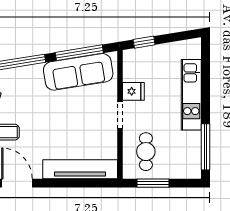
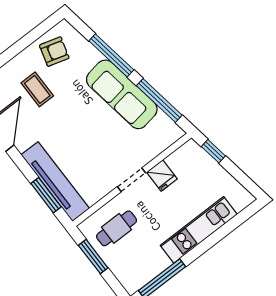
sofa: (78, 72) -> (122, 94), moved
window: (85, 183) -> (46, 195), added

